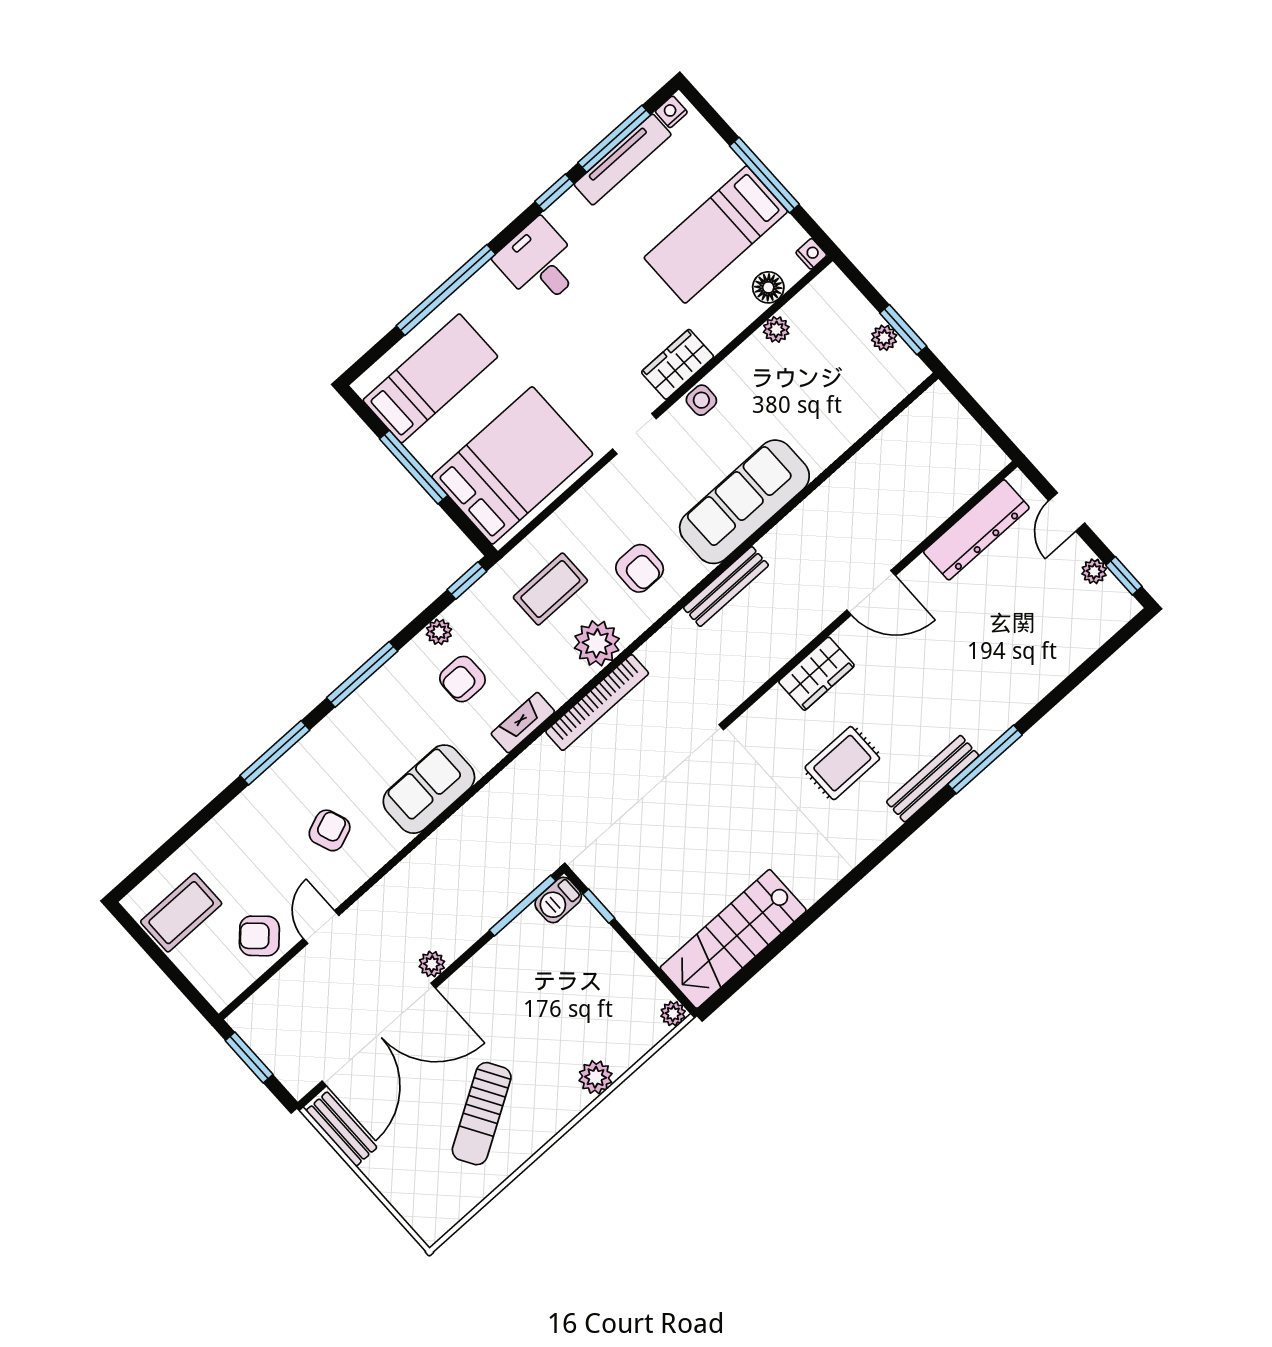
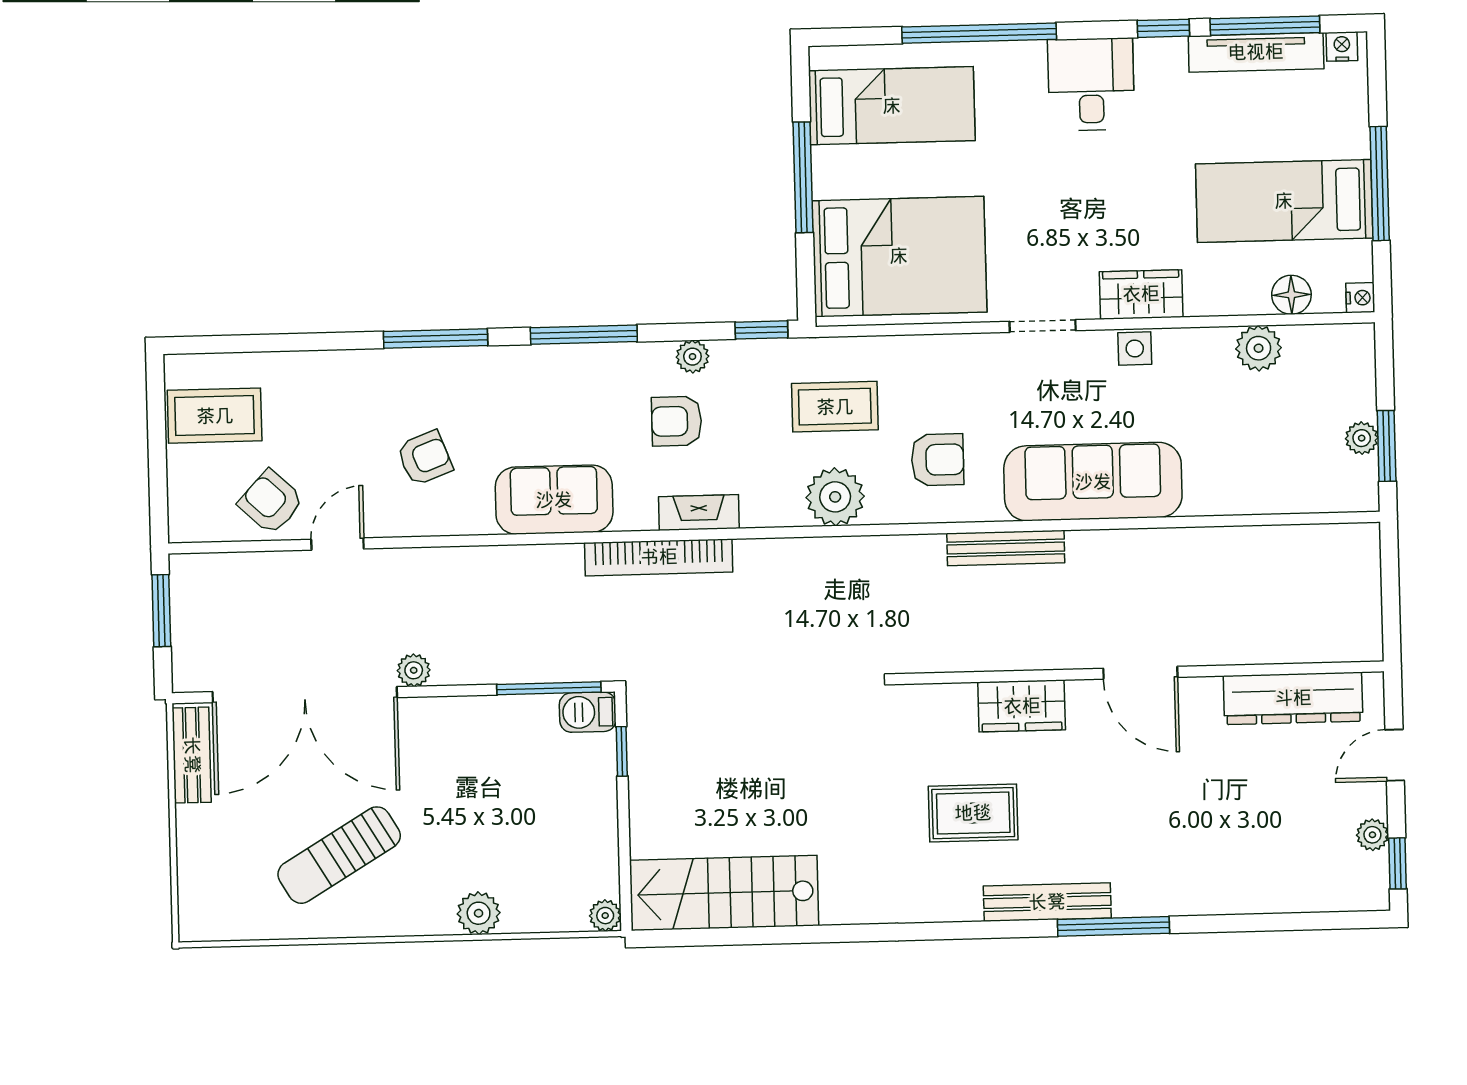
plant: (776, 329) -> (1259, 348), width x1.38, depth x1.38
armchair: (640, 568) -> (938, 460), turned -90
bookcase: (597, 703) -> (659, 557), moved

